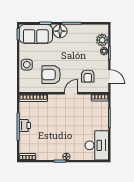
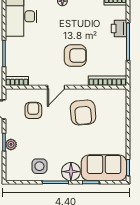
plant: (102, 40) -> (14, 159), removed
side table: (27, 65) -> (39, 166), moved
armchair: (51, 75) -> (83, 113), turned 85
armchair: (57, 117) -> (75, 56), added
printer: (25, 126) -> (119, 28), moved

